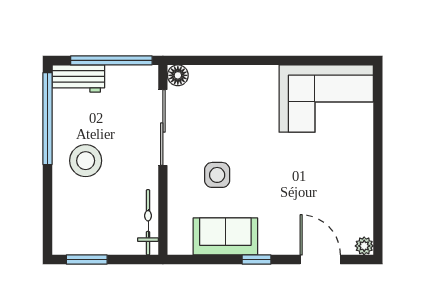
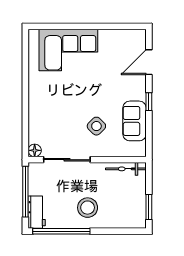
corner sofa: (326, 99) -> (68, 50), moved, turned 90
side table: (217, 175) -> (96, 126), turned 45
plant: (364, 246) -> (140, 35), removed

